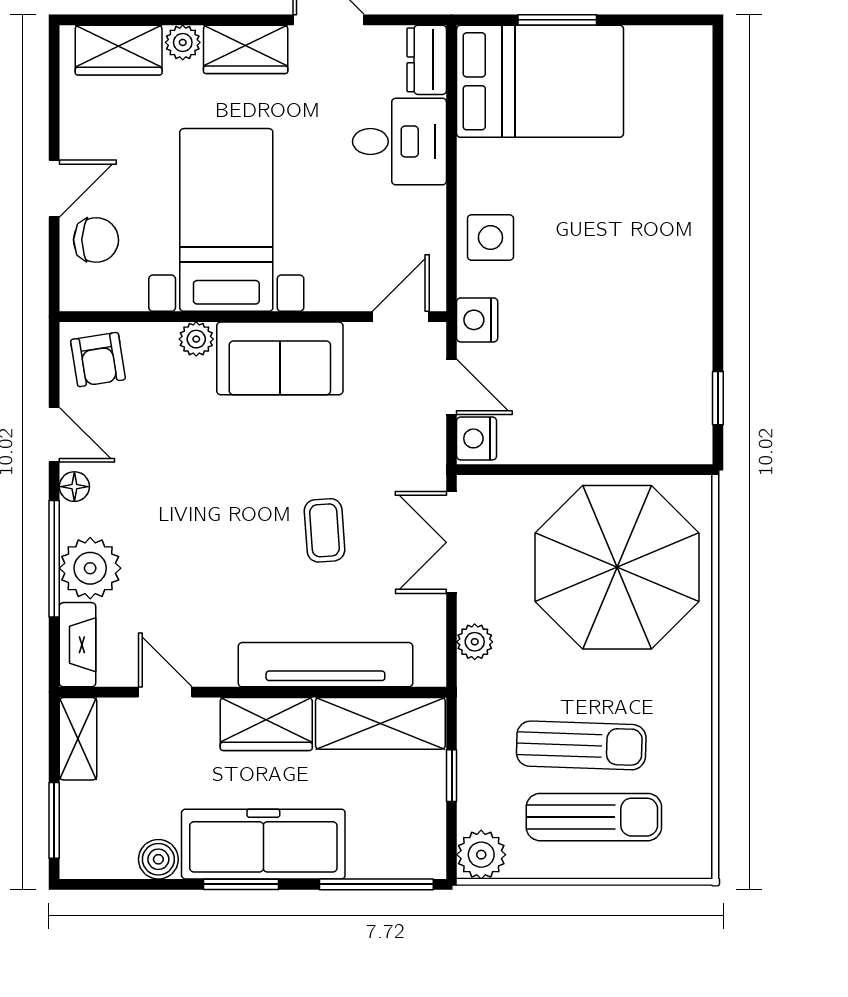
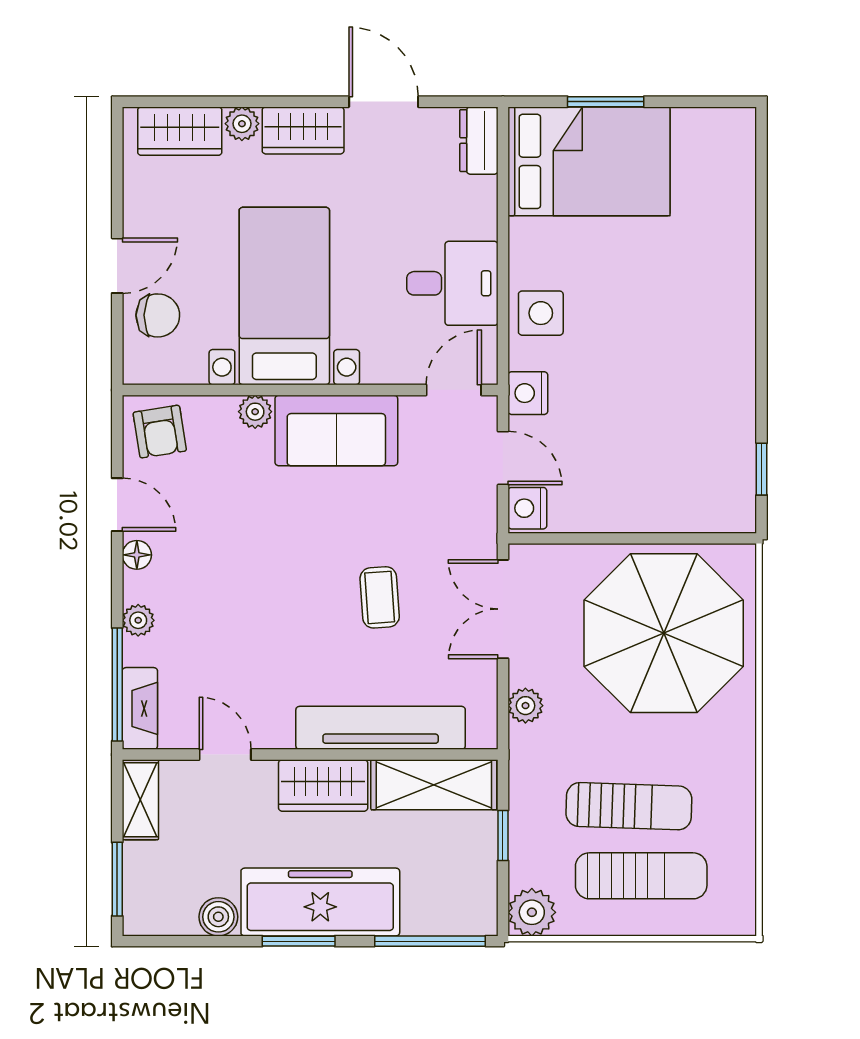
desk: (399, 142) -> (452, 283), moved
window: (54, 559) -> (117, 684), moved
plant: (90, 568) -> (138, 620), width x0.53, depth x0.53

